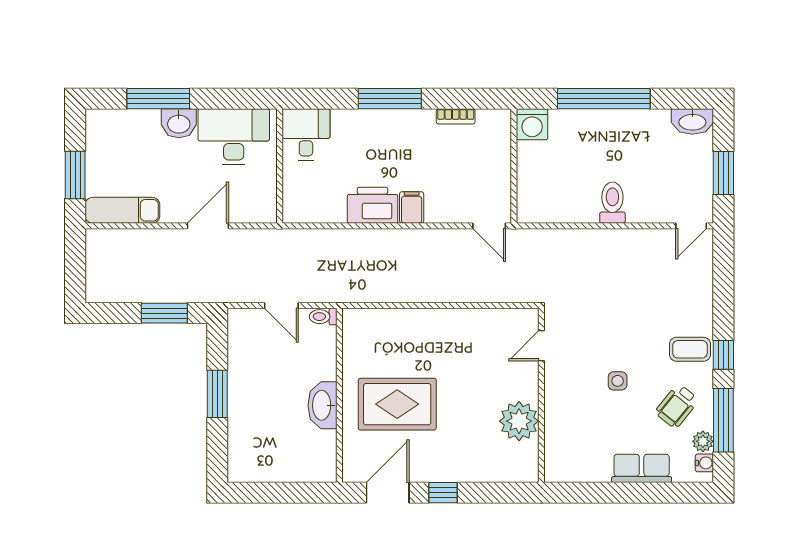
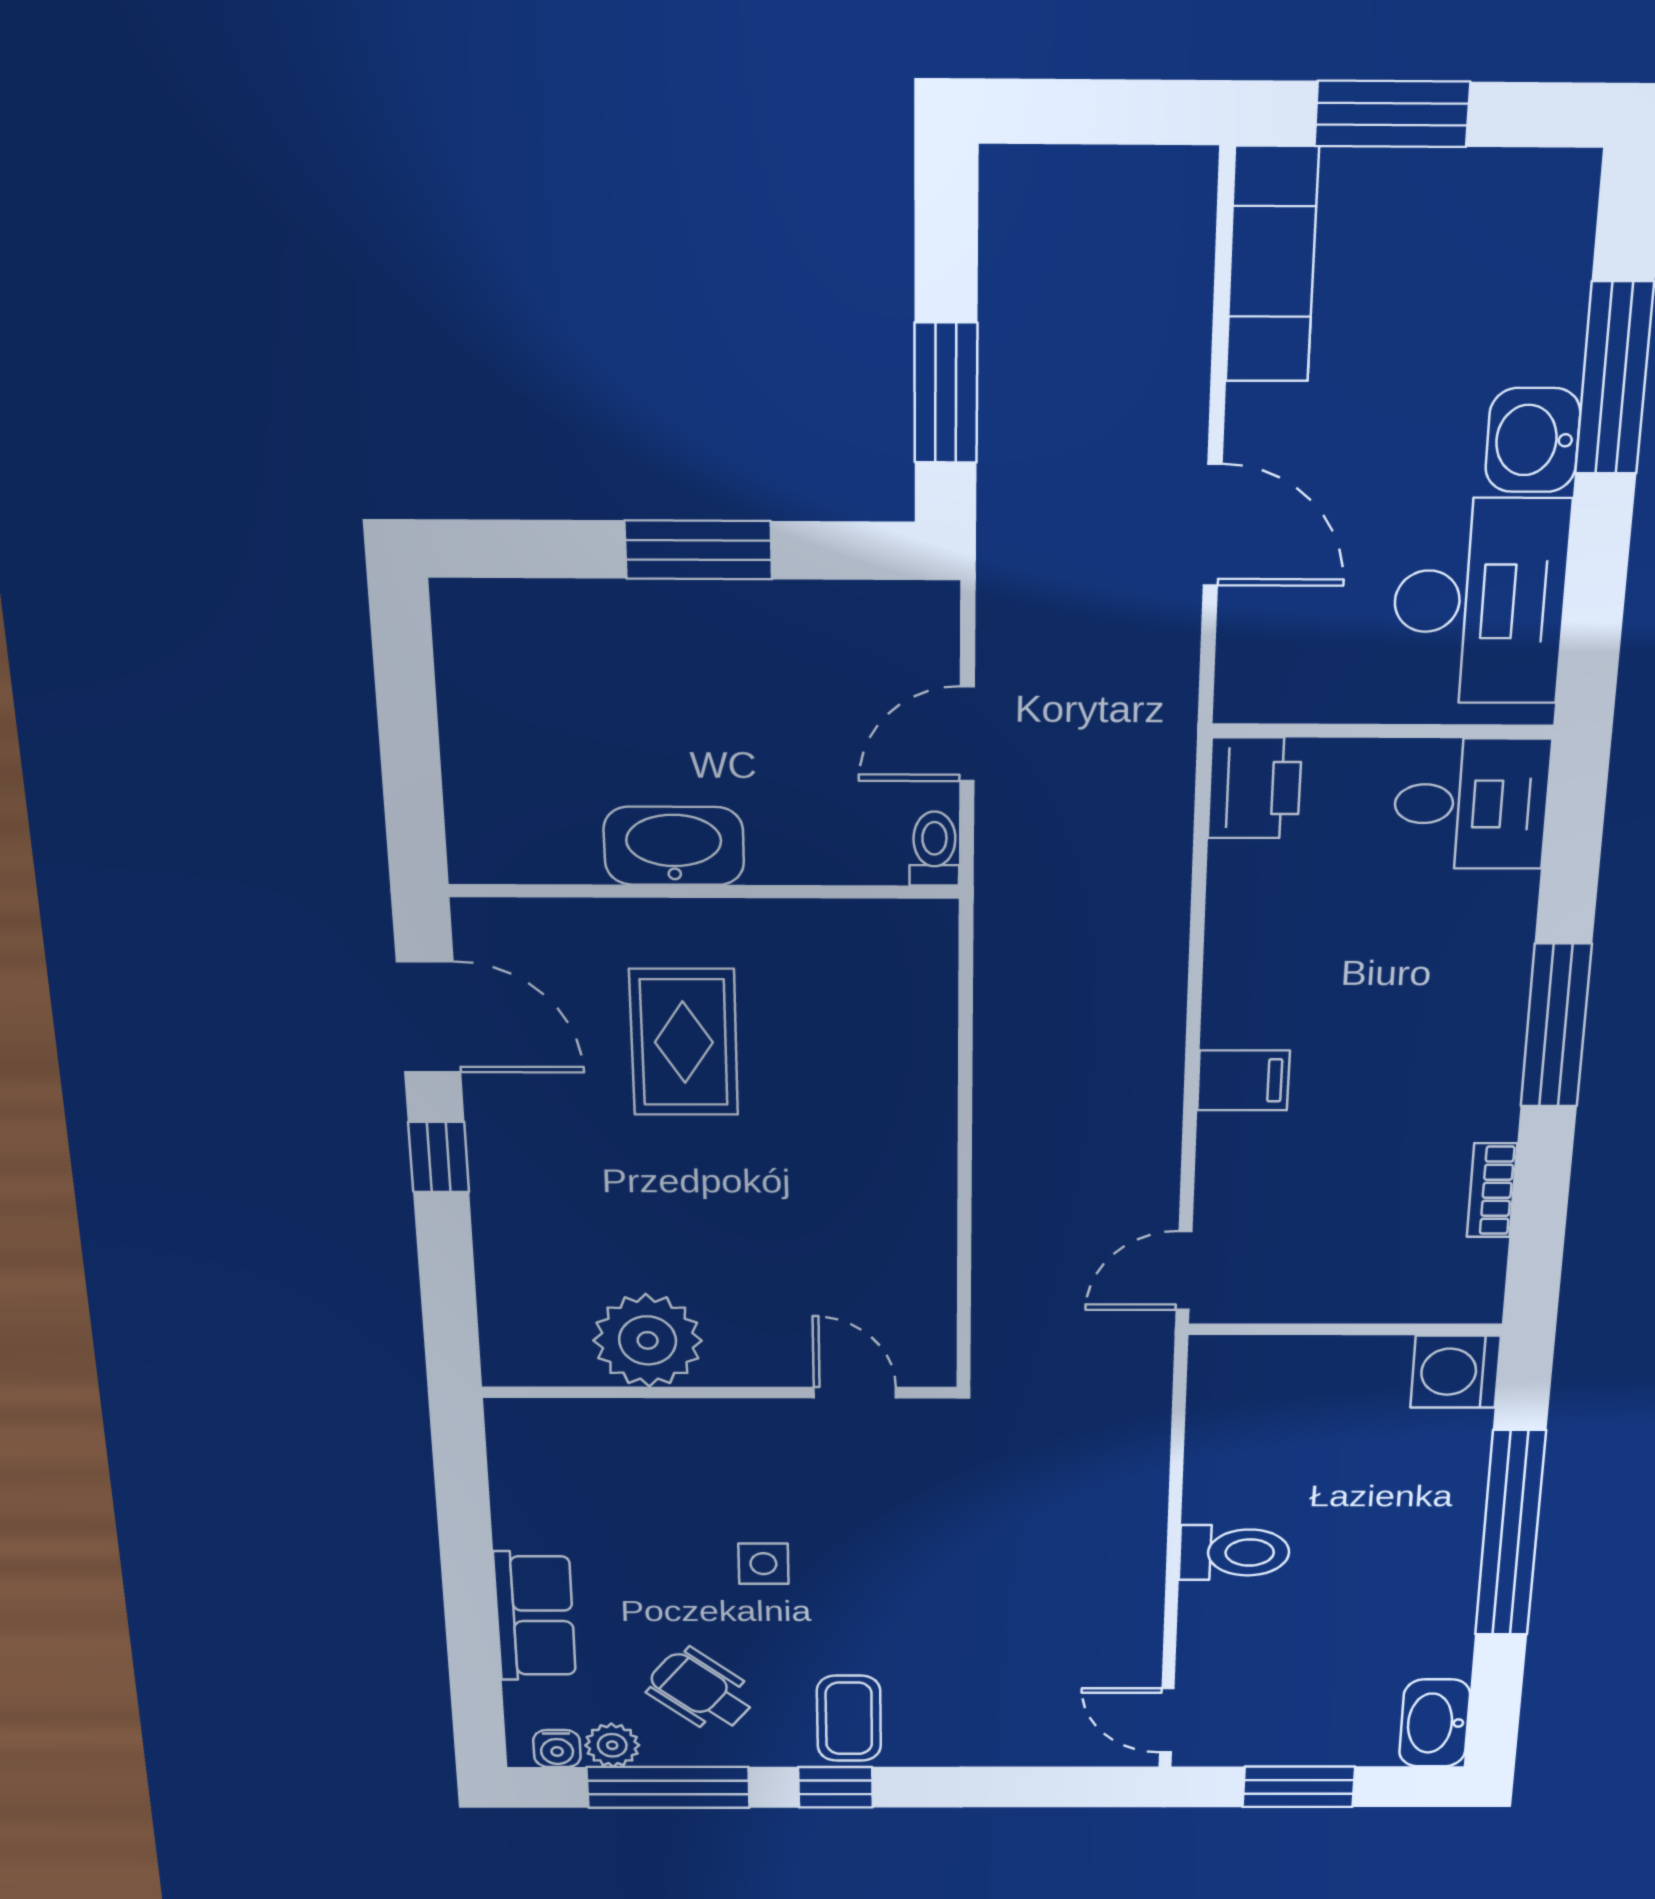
printer: (373, 205) -> (1255, 788), moved, width x0.73, depth x0.84
rug: (397, 404) -> (684, 1042), width x0.73, depth x0.70

